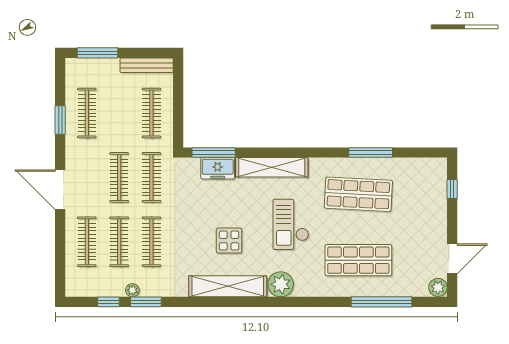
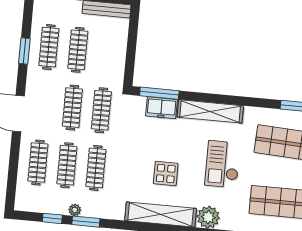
clothes rail: (151, 113) -> (78, 50), moved

